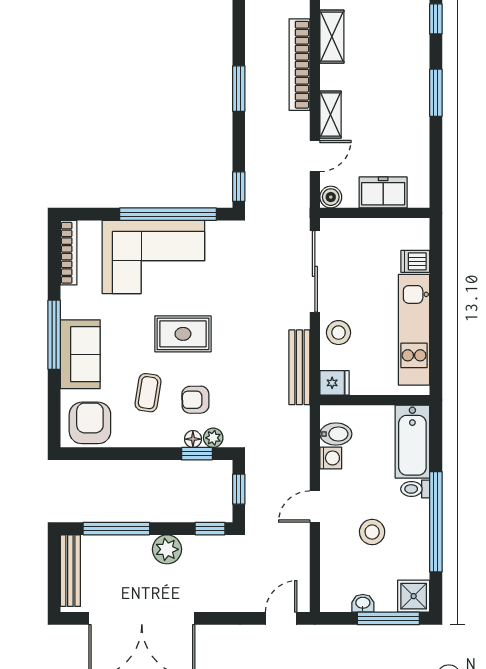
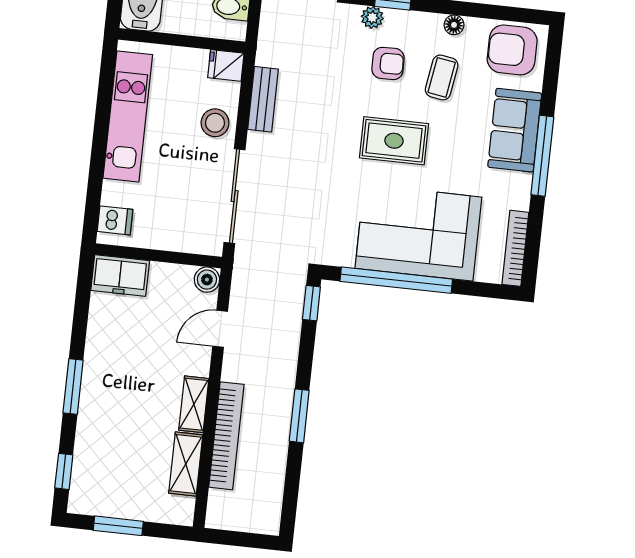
shelving: (330, 115) -> (194, 404), moved
freezer: (383, 192) -> (120, 276), moved
dishwasher: (415, 261) -> (115, 220), moved
bench: (299, 367) -> (263, 99), width x0.73
armchair: (90, 423) -> (512, 50), turned 90
floor lamp: (193, 439) -> (454, 25), moved

